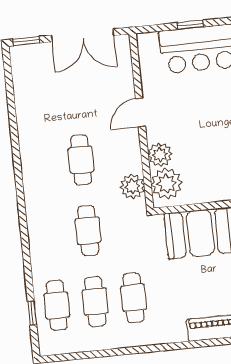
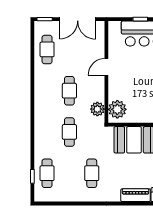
plant: (160, 155) -> (115, 92), removed
cafe table: (95, 302) -> (47, 49), moved

